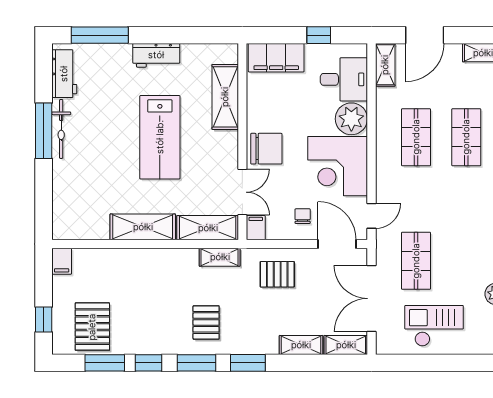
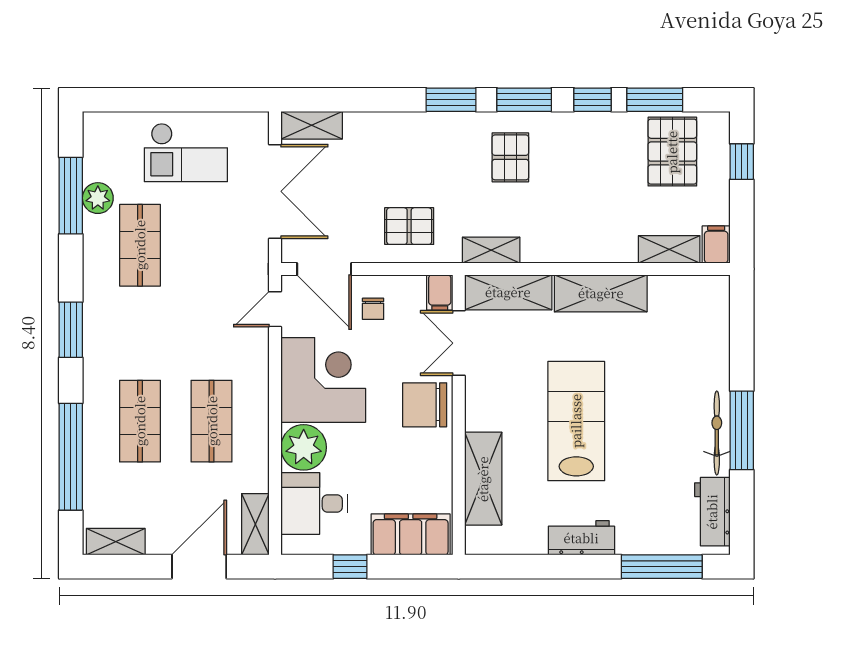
shop shelf: (416, 261) -> (140, 245), moved
shelving: (301, 345) -> (669, 249), moved

